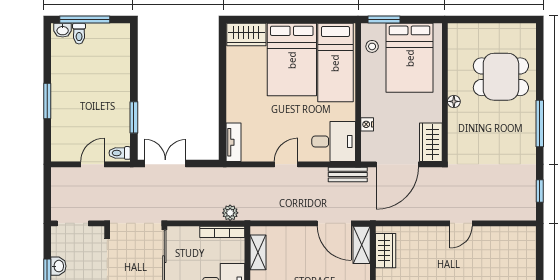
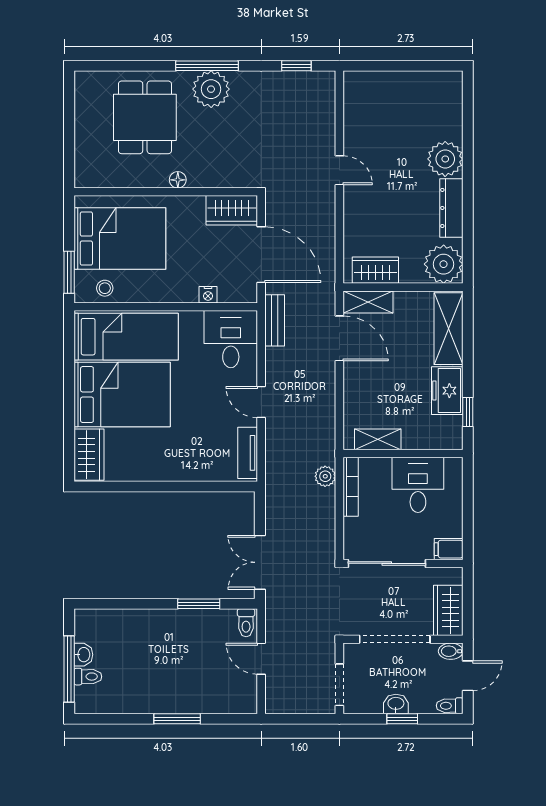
washbasin: (63, 30) -> (83, 655), moved
plant: (522, 127) -> (211, 89), added
tv unit: (234, 142) -> (248, 453), moved, turned -90
door: (334, 223) -> (339, 338), hinge flipped

